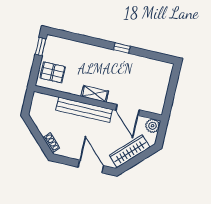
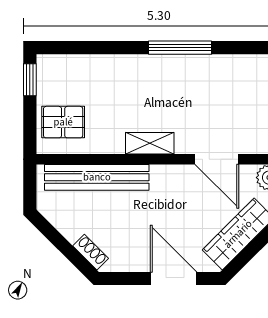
window: (122, 48) -> (180, 48), width x2.17
bench: (84, 110) -> (97, 177), moved

